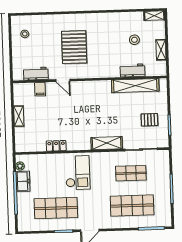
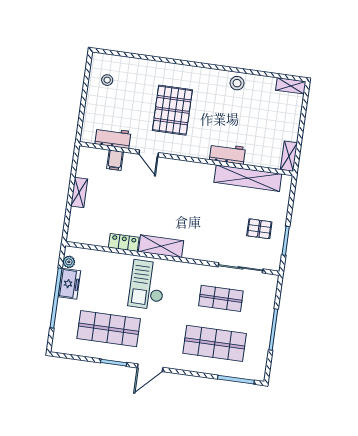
stool: (134, 40) -> (237, 83), moved
shelving: (161, 50) -> (289, 156), moved
workbench: (133, 70) -> (227, 154), moved
shelving: (107, 143) -> (161, 246), moved
checkout: (78, 173) -> (147, 285), turned 180

